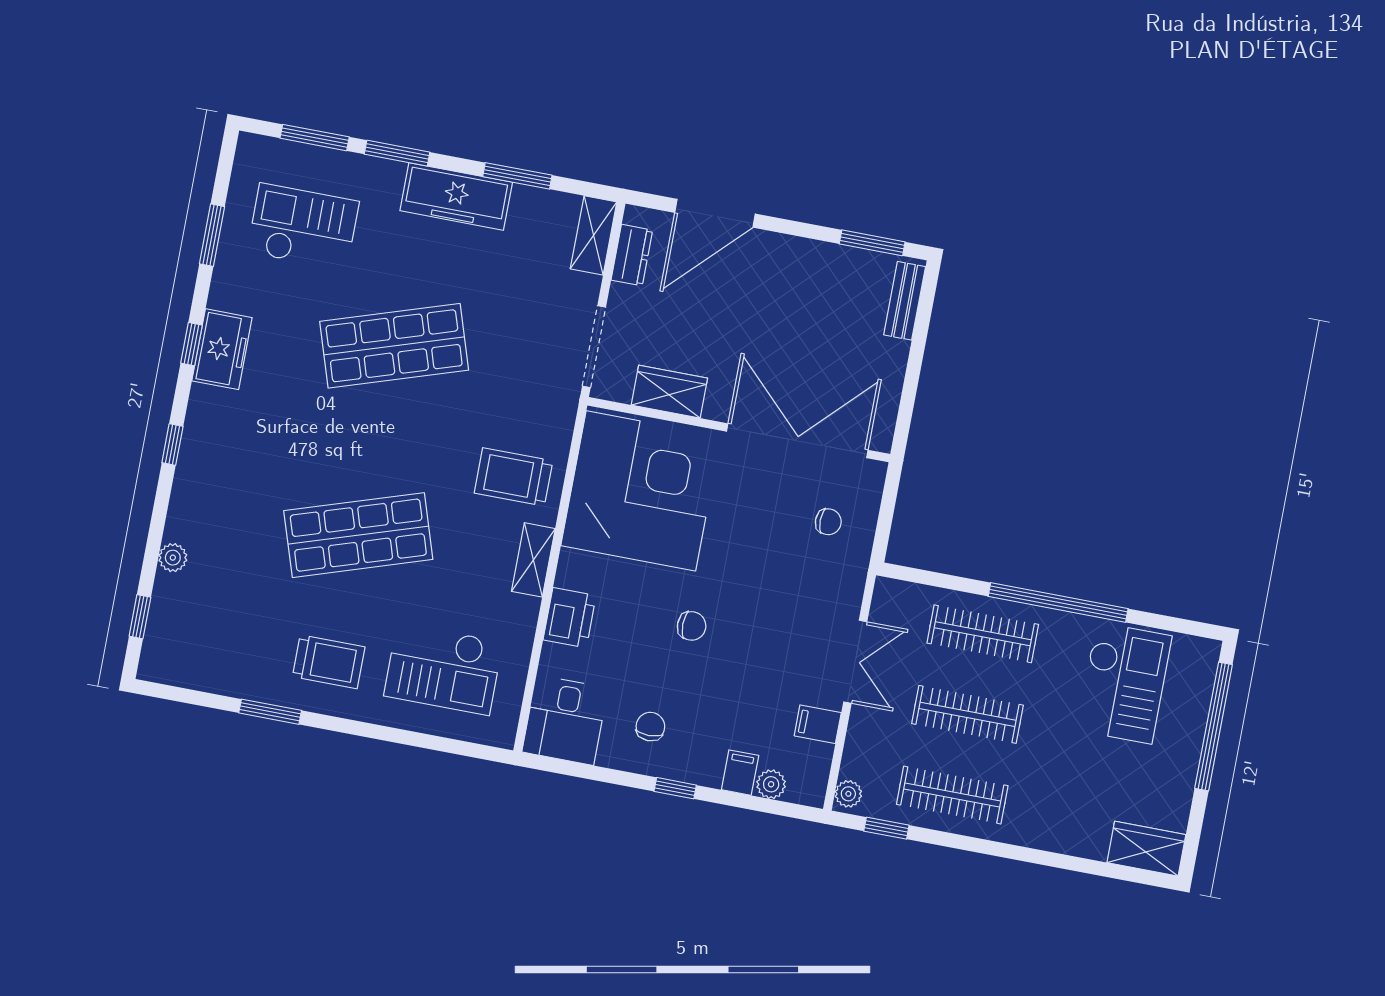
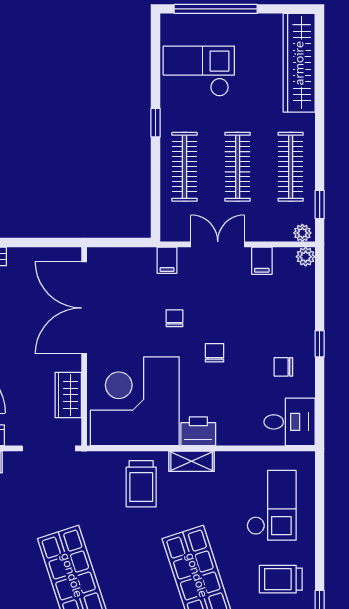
chair: (828, 522) -> (174, 318), moved
window: (1058, 602) -> (156, 123), width x0.32
printer: (570, 618) -> (198, 431), moved
trolley: (329, 662) -> (281, 579), turned -90
filing cabinet: (740, 773) -> (167, 260), moved, turned -90
plant: (771, 784) -> (306, 257), moved
wardrobe: (1146, 849) -> (299, 63), width x2.10, depth x1.17

